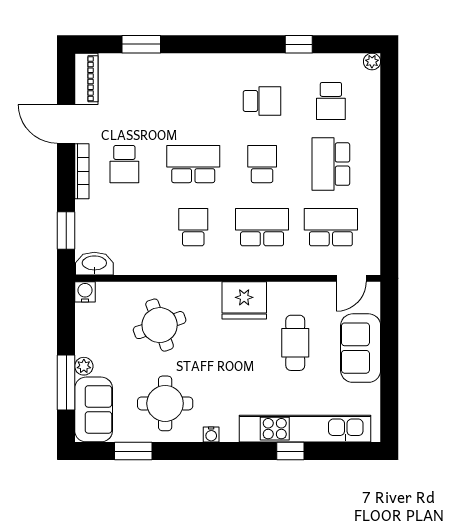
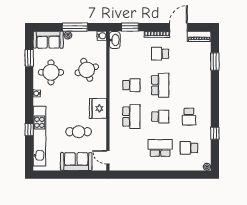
school desk: (331, 227) -> (131, 148), removed
window: (66, 382) -> (75, 27), moved

